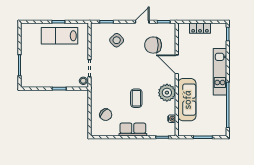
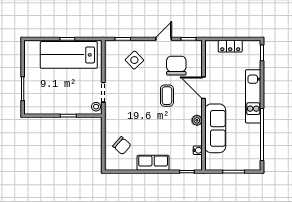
lab bench: (60, 36) -> (69, 55), width x1.36, depth x1.39
chair: (153, 45) -> (176, 66), turned 90
plant: (167, 93) -> (197, 120), width x0.53, depth x0.53
coffee table: (136, 98) -> (167, 96), moved

